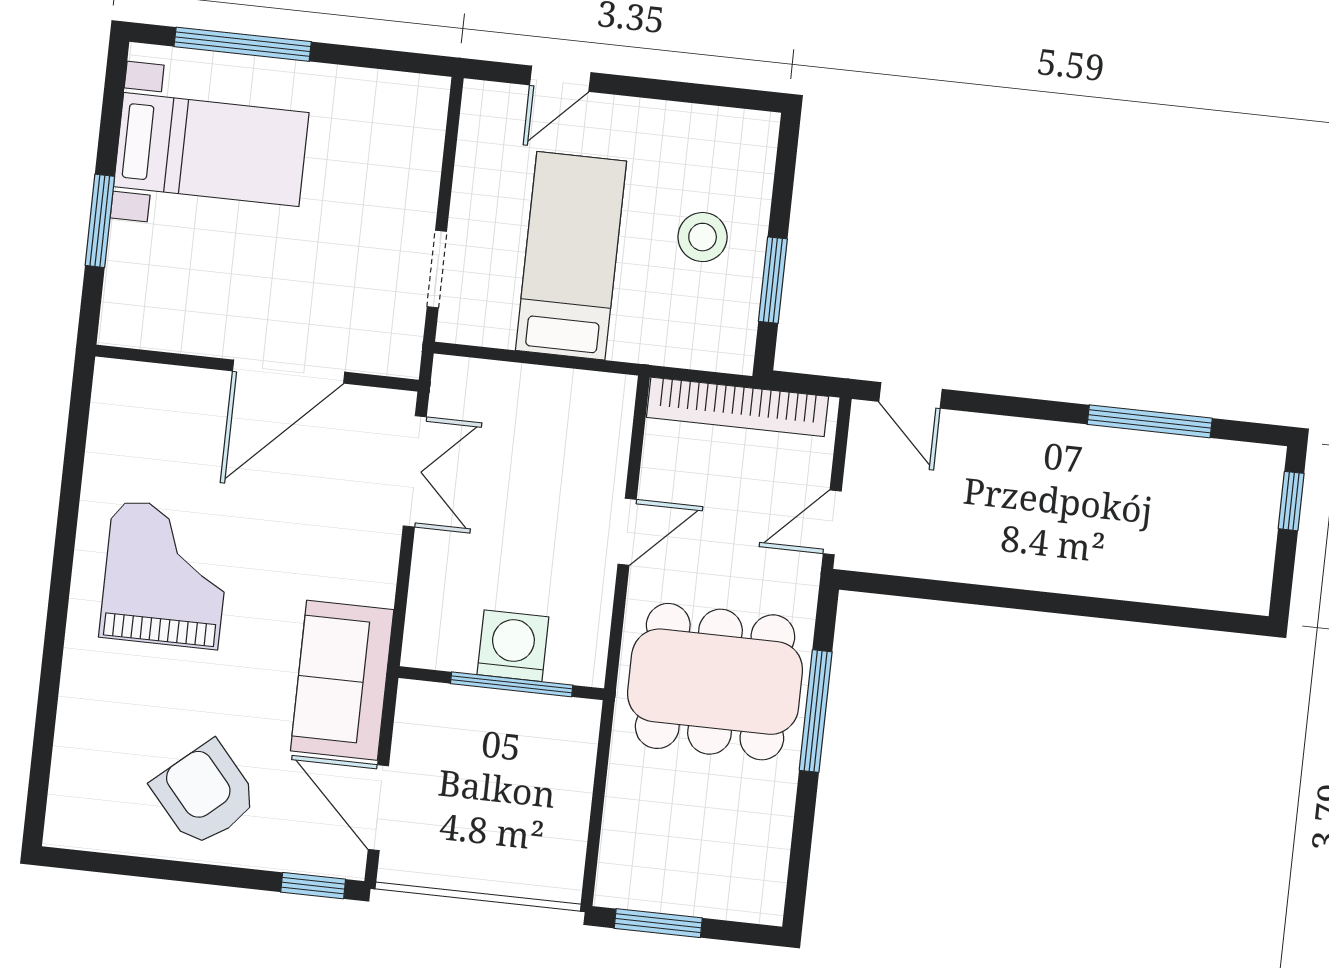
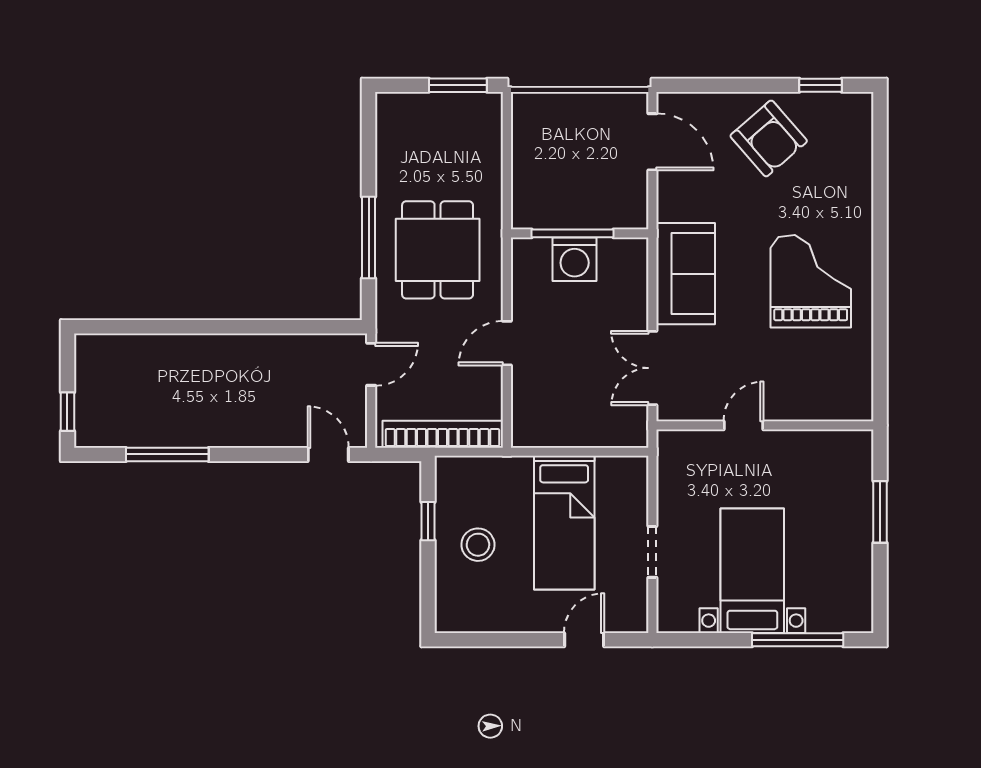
bed with nightstands: (211, 150) -> (752, 571), moved, turned 90
doorway: (437, 269) -> (652, 552), moved
window: (773, 280) -> (428, 521), width x0.67
door: (289, 372) -> (743, 425), width x0.53
grand piano: (166, 575) -> (811, 281), turned 180
sofa: (342, 680) -> (686, 274), moved
dining table: (715, 682) -> (438, 250), width x0.73
window: (313, 886) -> (820, 85), moved

